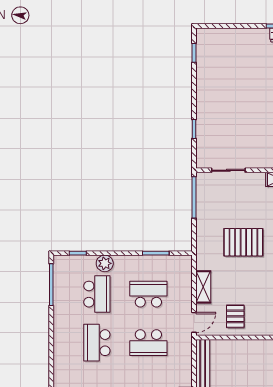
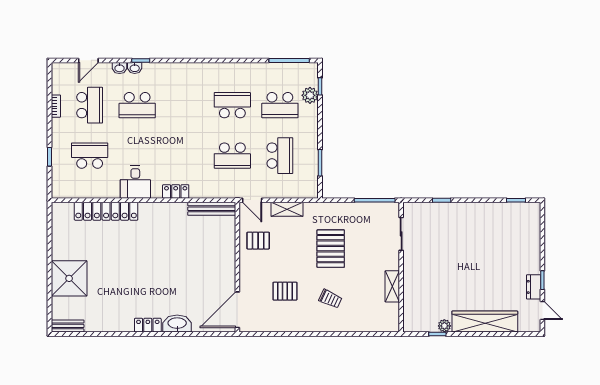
plant: (105, 263) -> (310, 95), moved
school desk: (148, 343) -> (232, 156), turned -90

